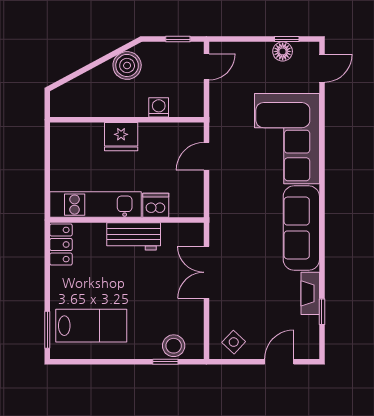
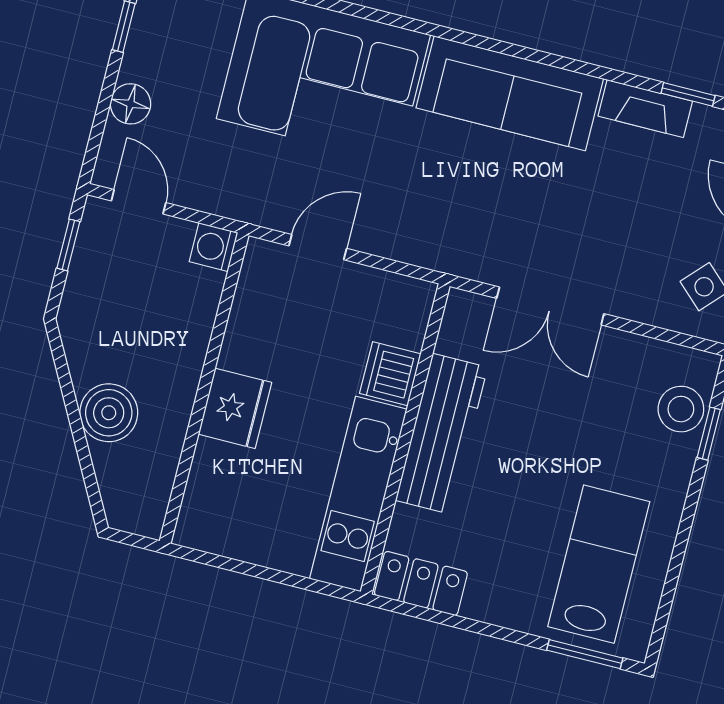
floor lamp: (283, 51) -> (130, 104), moved
boiler: (127, 65) -> (109, 413), moved
washing machine: (159, 107) -> (214, 247), moved
door: (206, 156) -> (318, 247), swing flipped
workbench: (134, 236) -> (442, 434), width x1.38

